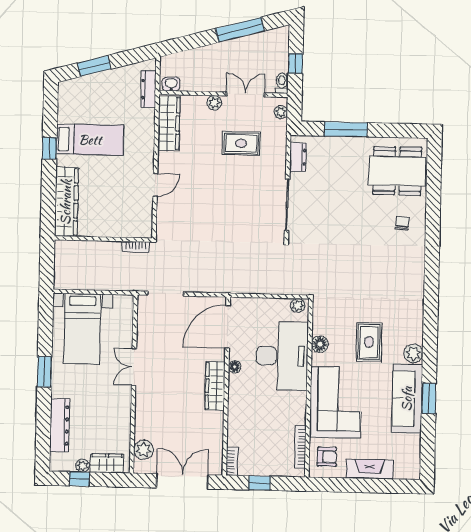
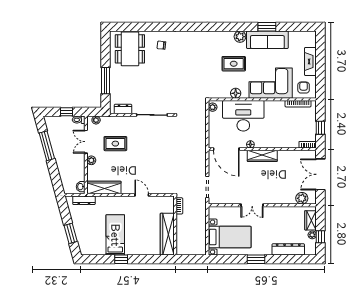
rug: (241, 143) -> (115, 144), turned 90
wardrobe: (66, 202) -> (167, 234), moved, turned -90

